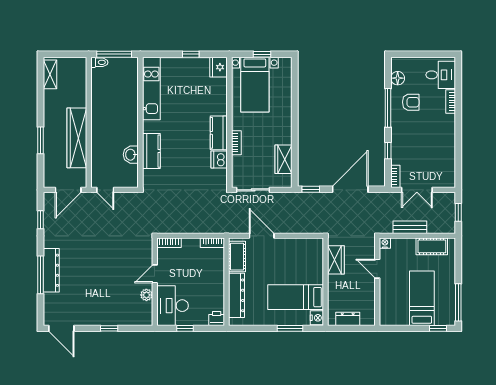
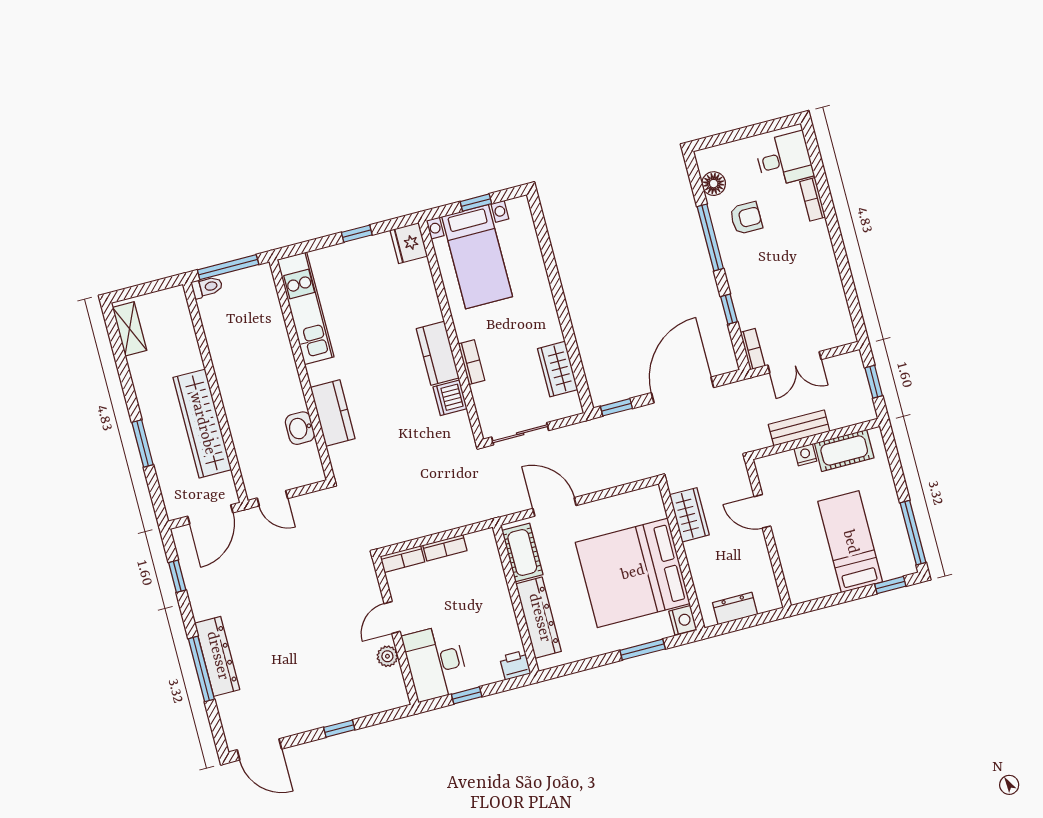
bookcase: (212, 243) -> (445, 548), moved
nightstand: (385, 243) -> (805, 455), moved
bed: (296, 297) -> (633, 573), width x2.04

